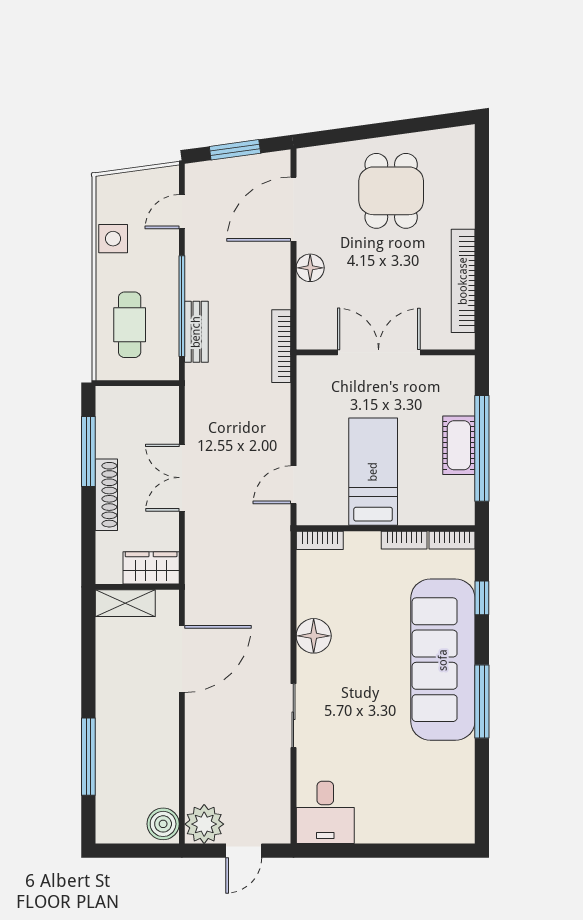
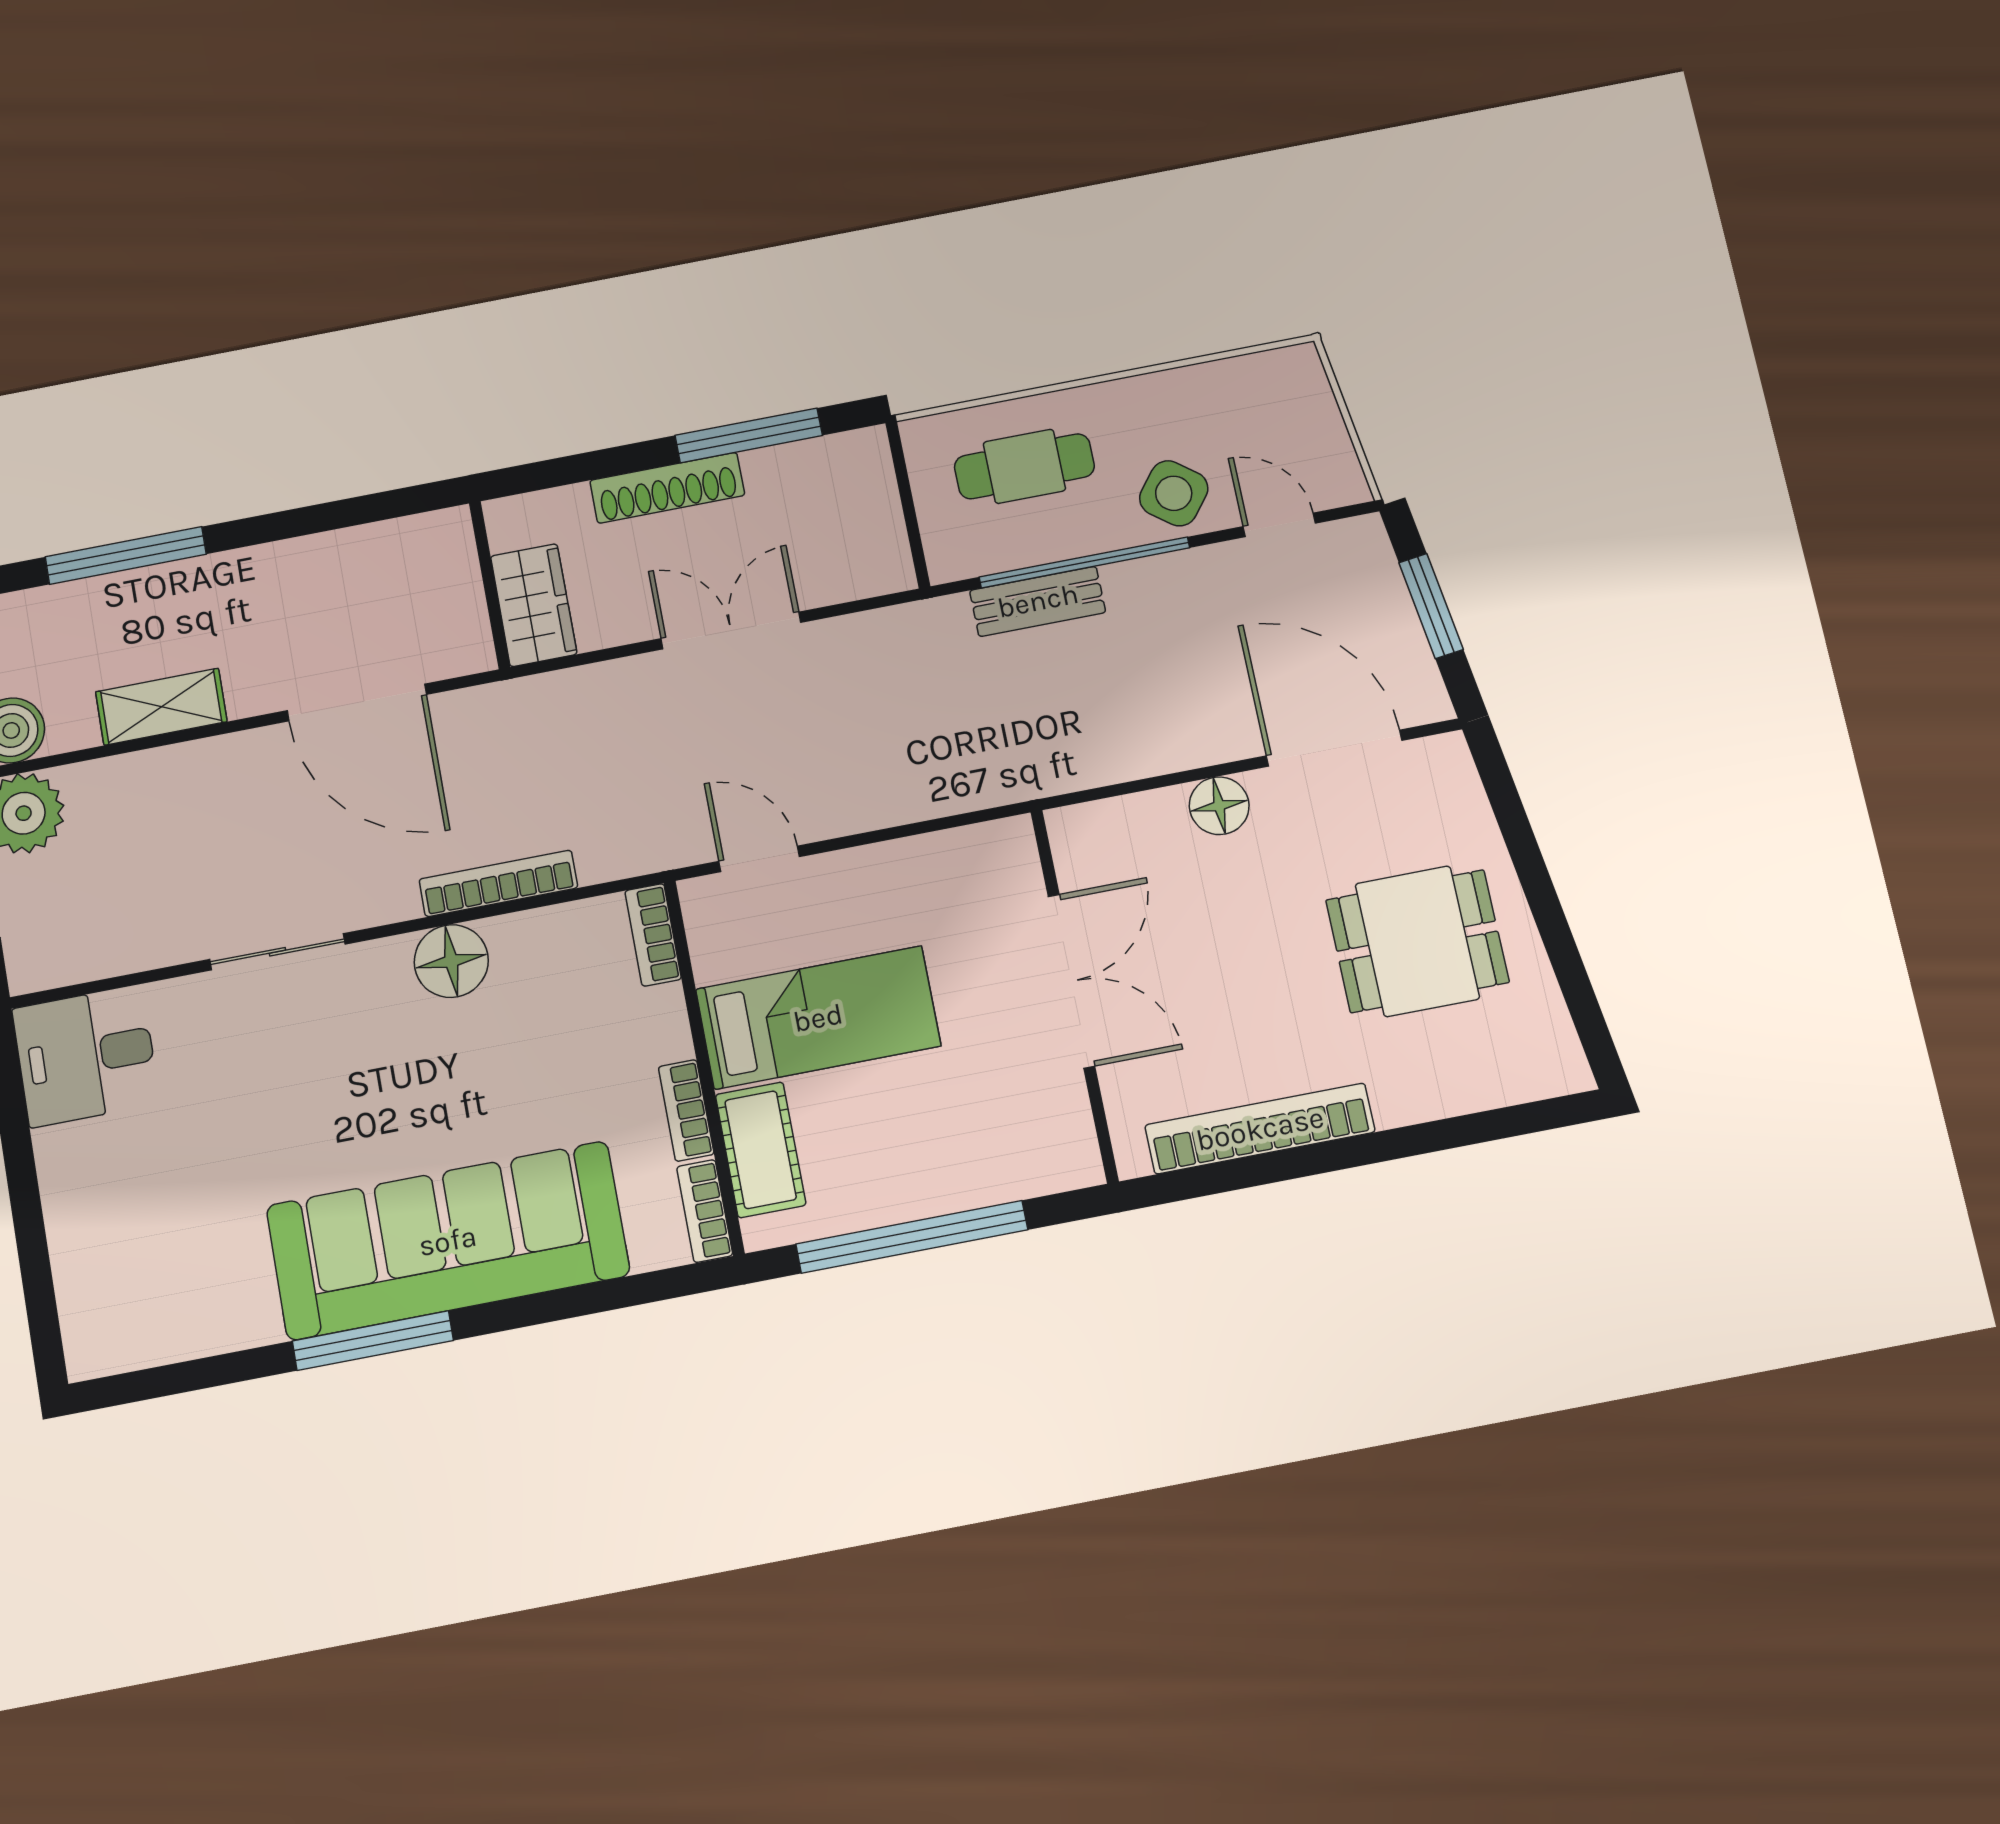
side table: (113, 239) -> (1174, 493), moved, turned 38
bookcase: (281, 346) -> (498, 883), moved
cot: (459, 445) -> (761, 1150), moved, turned 90
window: (482, 598) -> (594, 1298), removed
shelving: (125, 603) -> (161, 707), moved, turned 90

